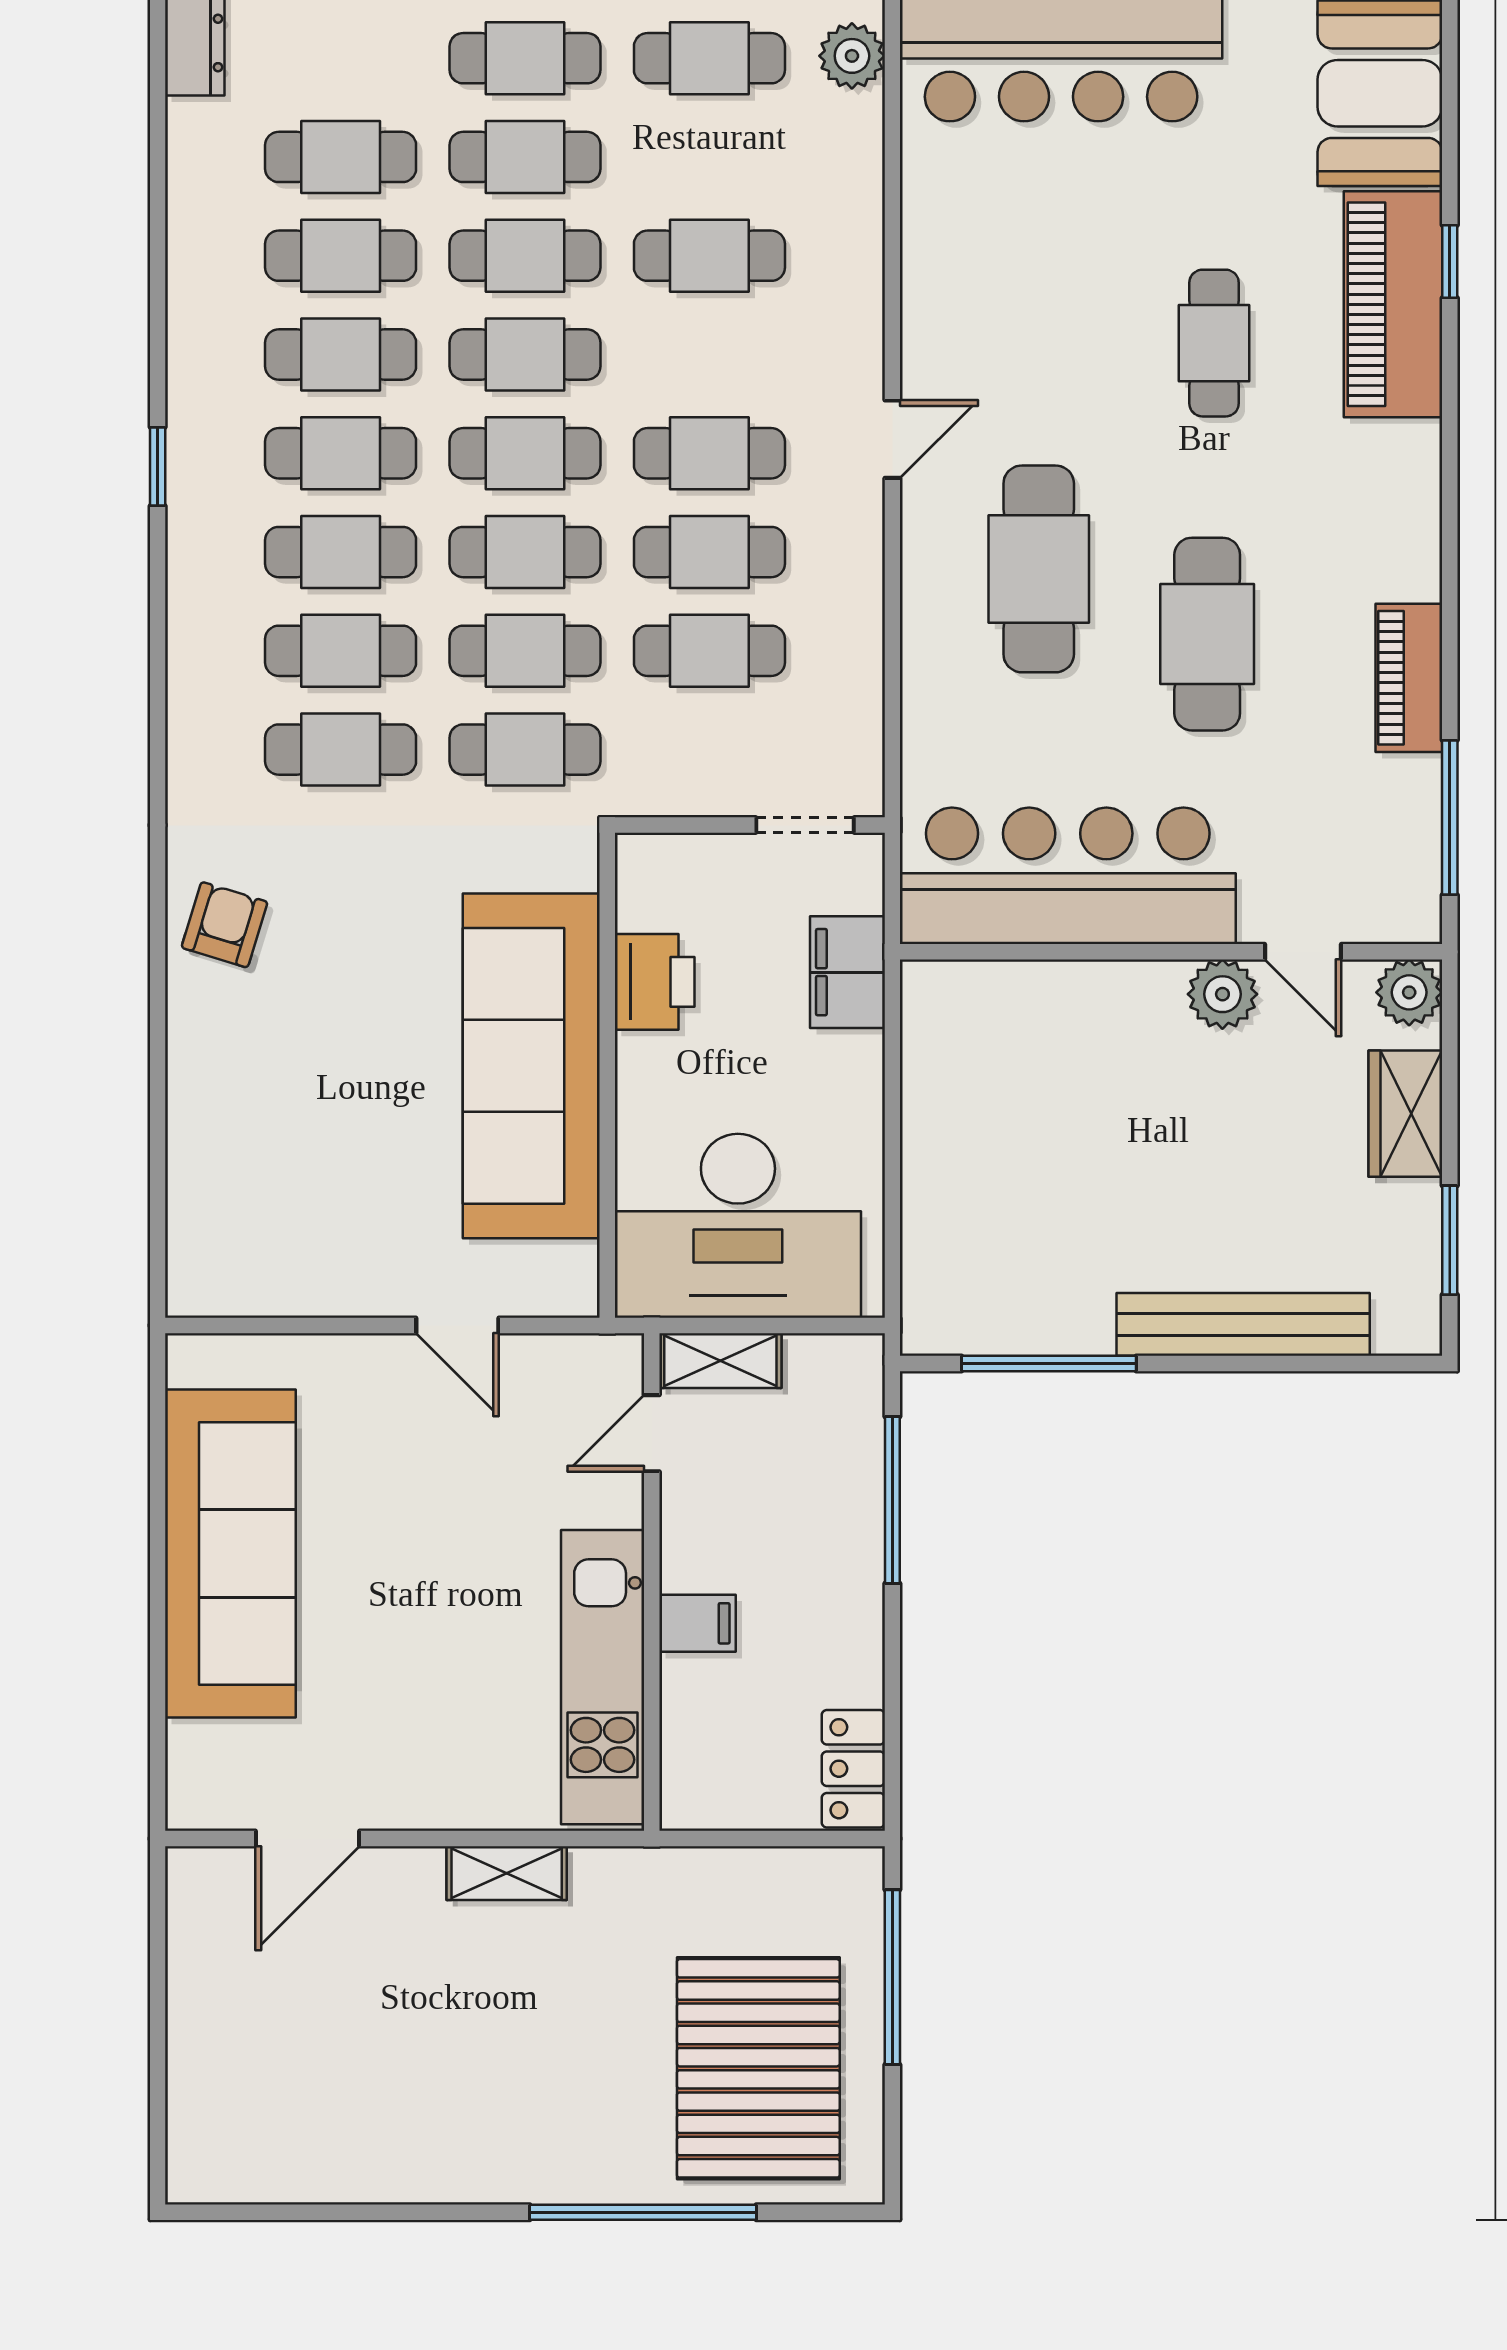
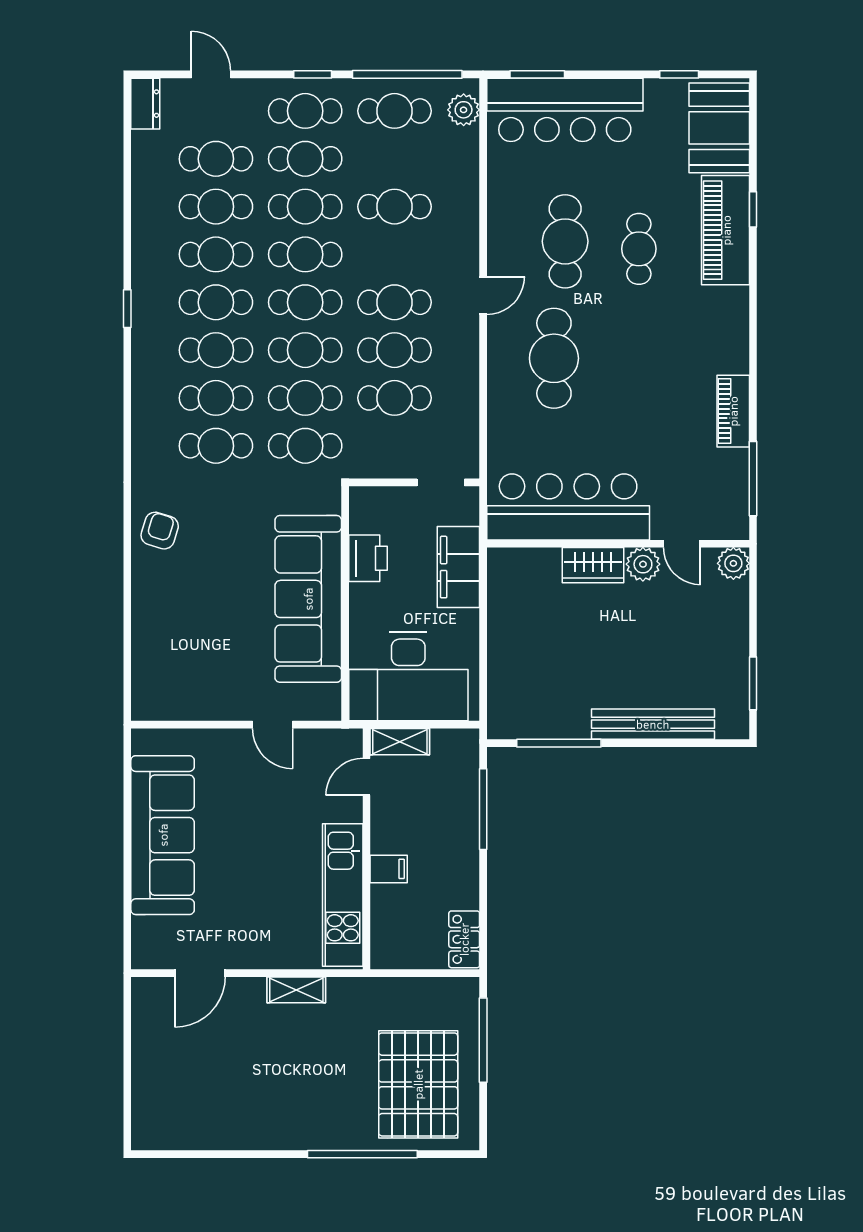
cafe table: (1207, 634) -> (565, 241), moved
filing cabinet: (848, 972) -> (458, 567), width x1.50, depth x1.17
wardrobe: (1405, 1114) -> (593, 565), moved, turned -90

